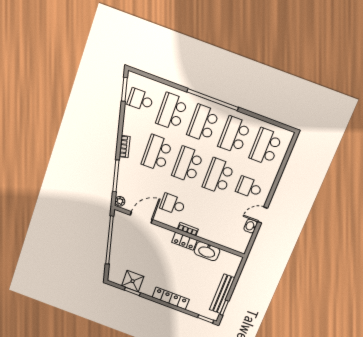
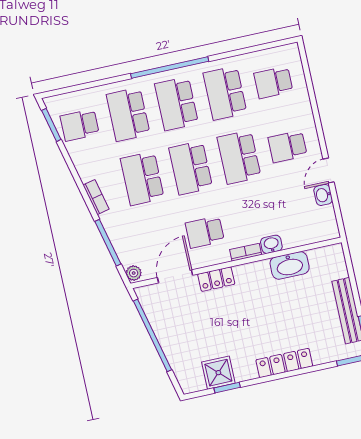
school desk: (266, 147) -> (273, 82), width x0.54
washbasin: (205, 234) -> (271, 244), added
locker: (184, 241) -> (216, 279), moved

